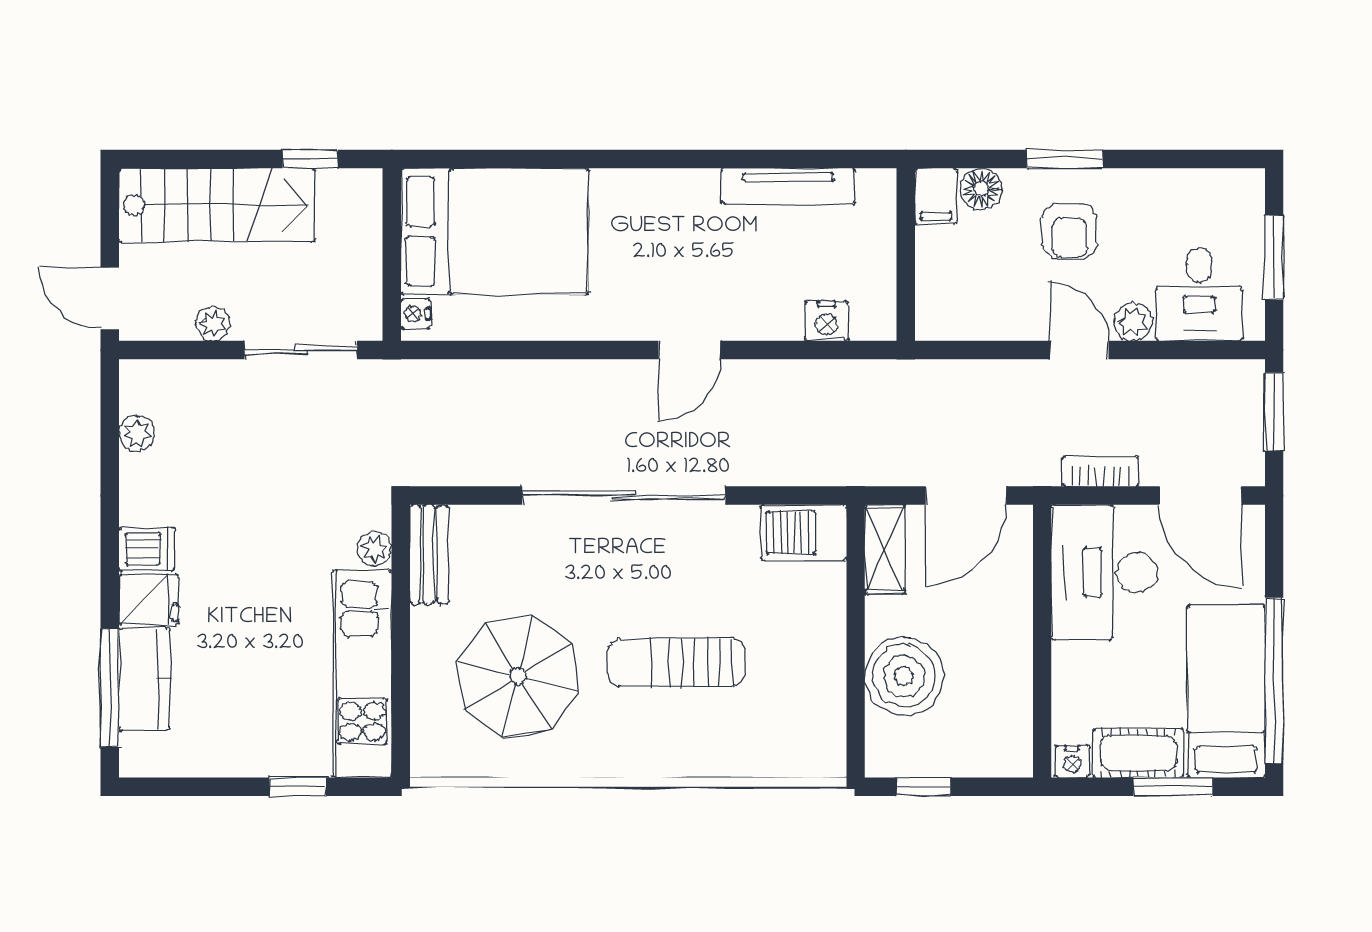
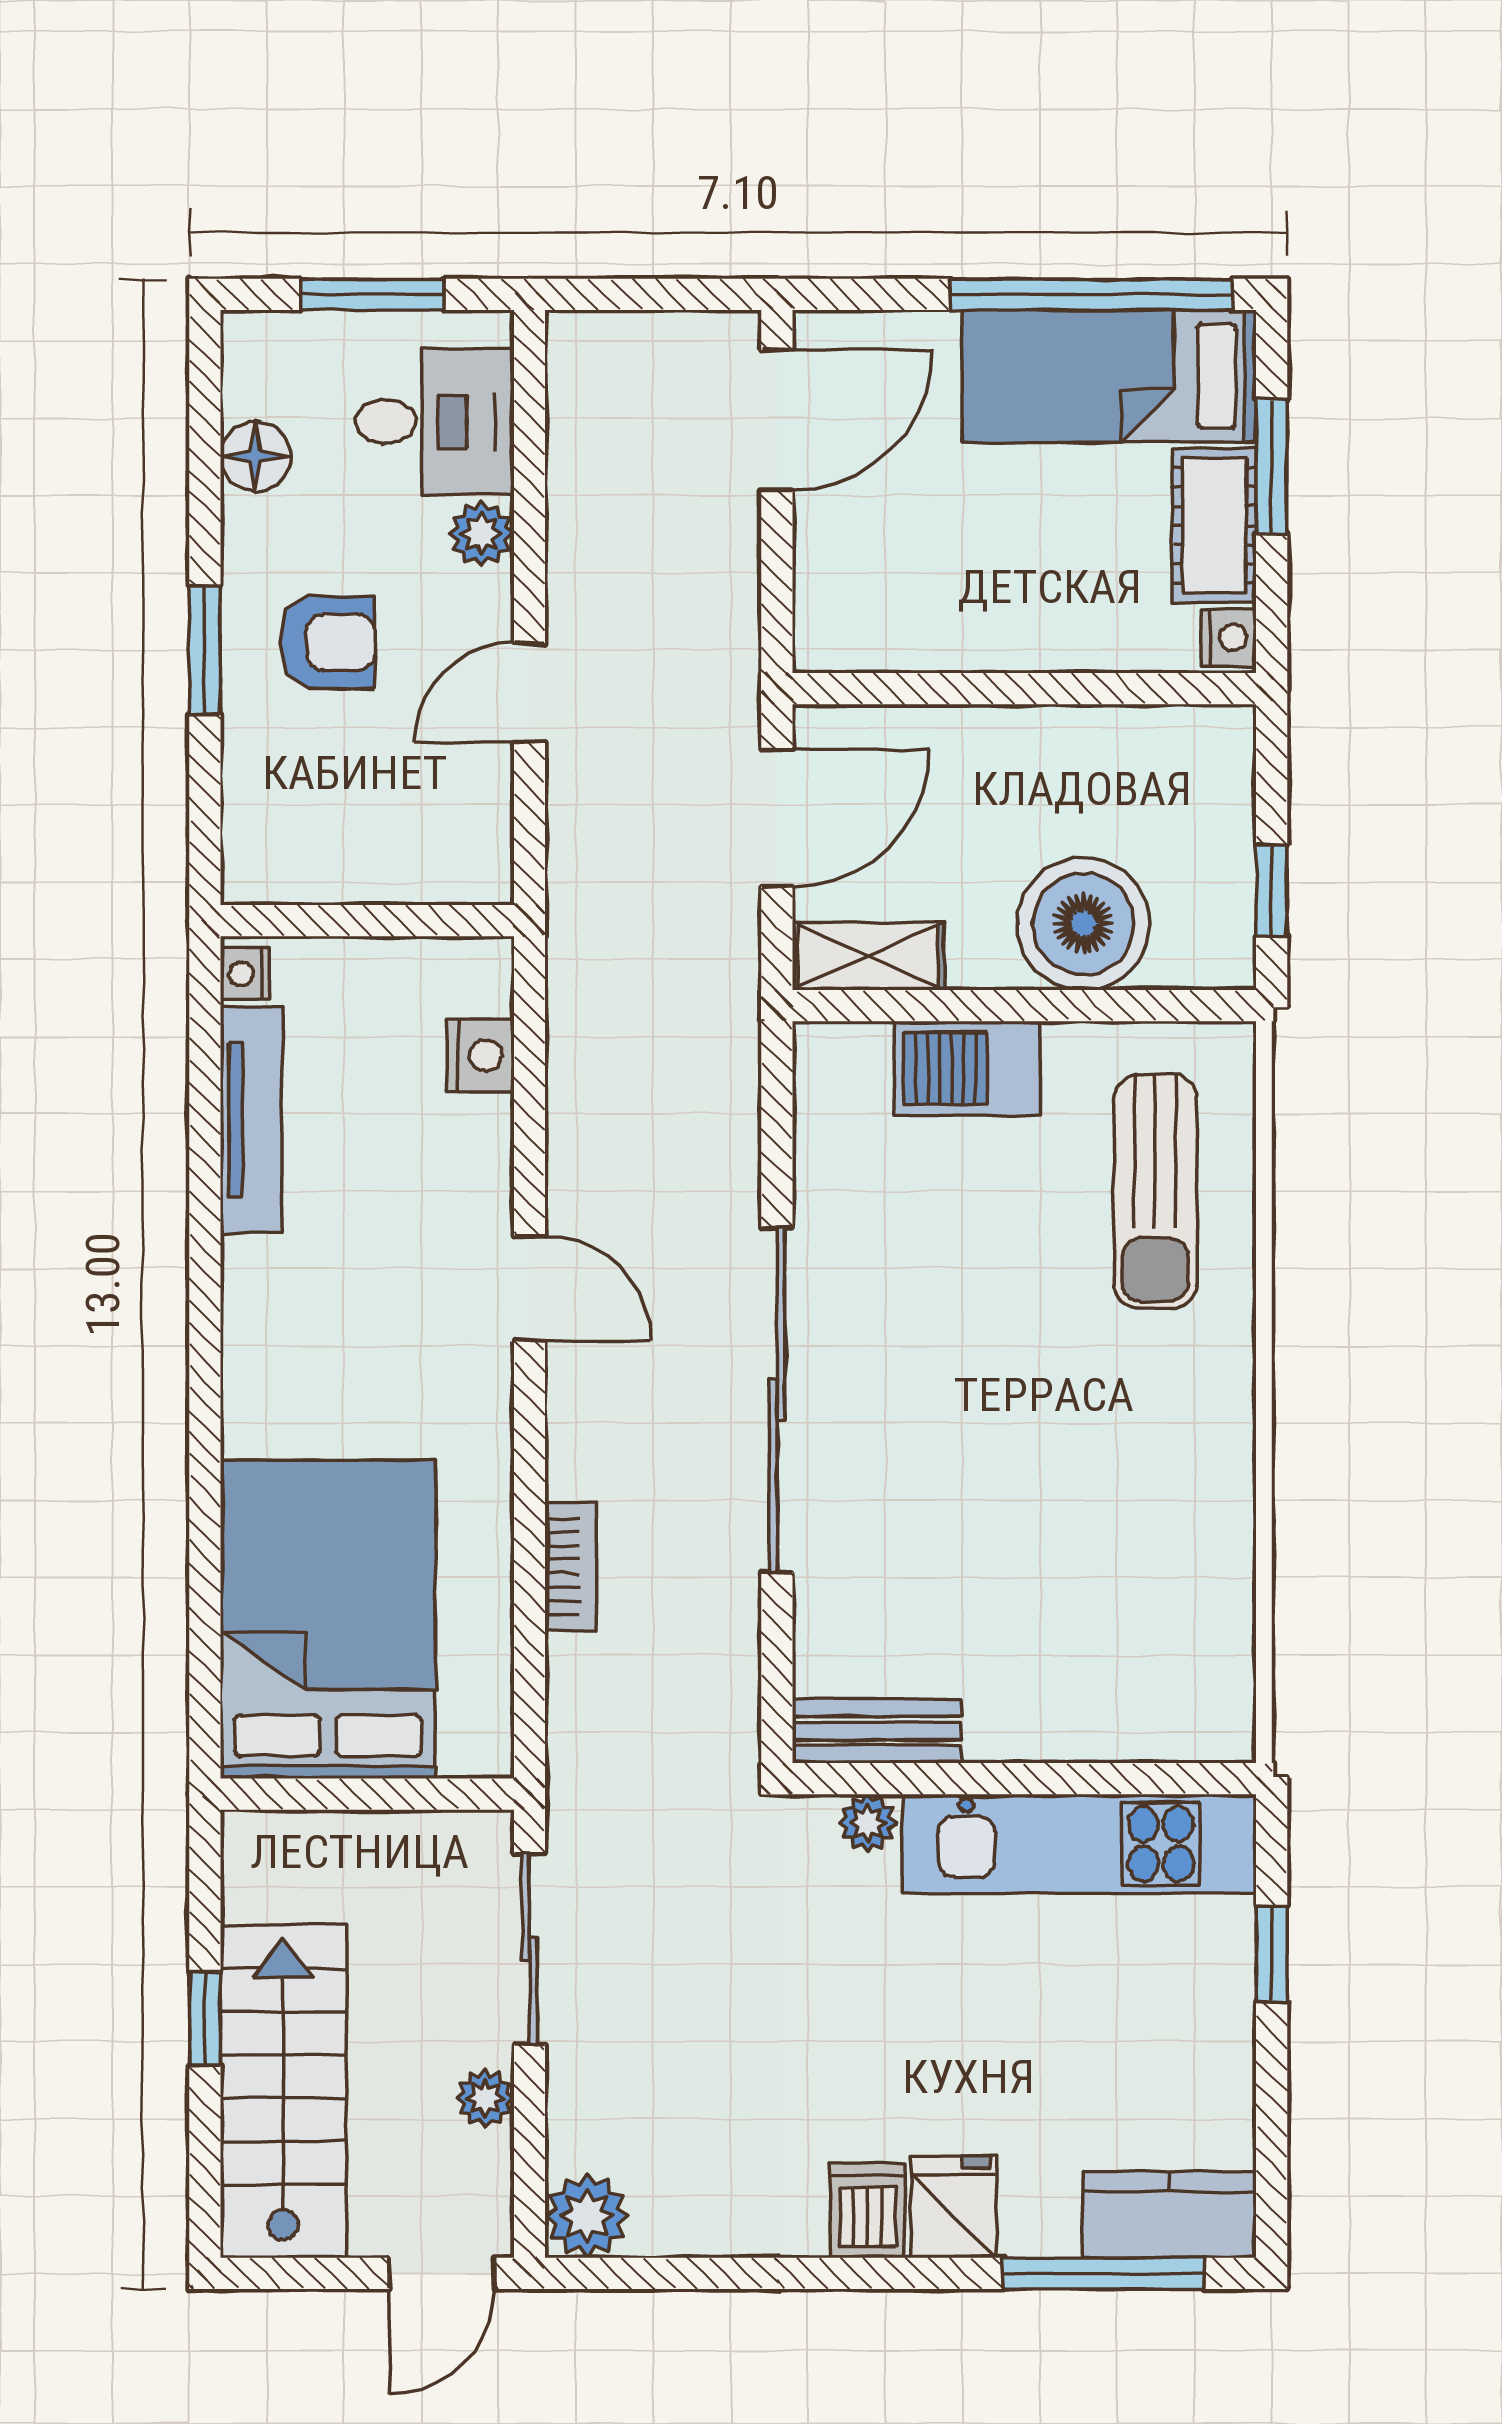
window: (310, 159) -> (205, 2018), moved
floor lamp: (981, 189) -> (255, 456), moved
filing cabinet: (936, 196) -> (268, 869), removed
nightstand: (415, 314) -> (245, 974), moved, turned 90
door: (1079, 350) -> (530, 693), moved
window: (1274, 412) -> (634, 294), removed
plant: (137, 433) -> (587, 2216), moved, width x1.38, depth x1.38
bookcase: (1100, 471) -> (571, 1566), moved, turned 180
door: (966, 496) -> (777, 818), hinge flipped
barbecue: (804, 533) -> (967, 1069), moved, turned 90
desk: (1104, 572) -> (907, 583), removed
sun lounger: (676, 662) -> (1155, 1191), moved
parasol: (518, 676) -> (1084, 1579), removed
kitchen counter: (144, 679) -> (1169, 2215), moved

